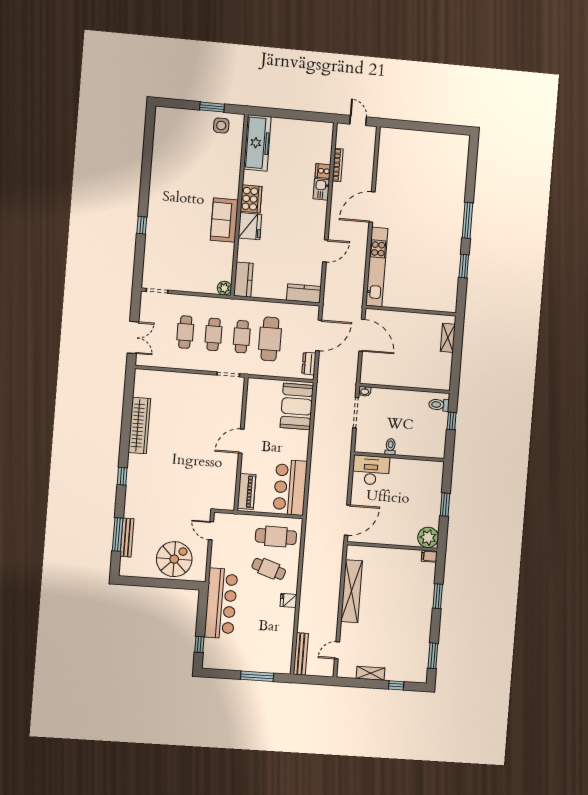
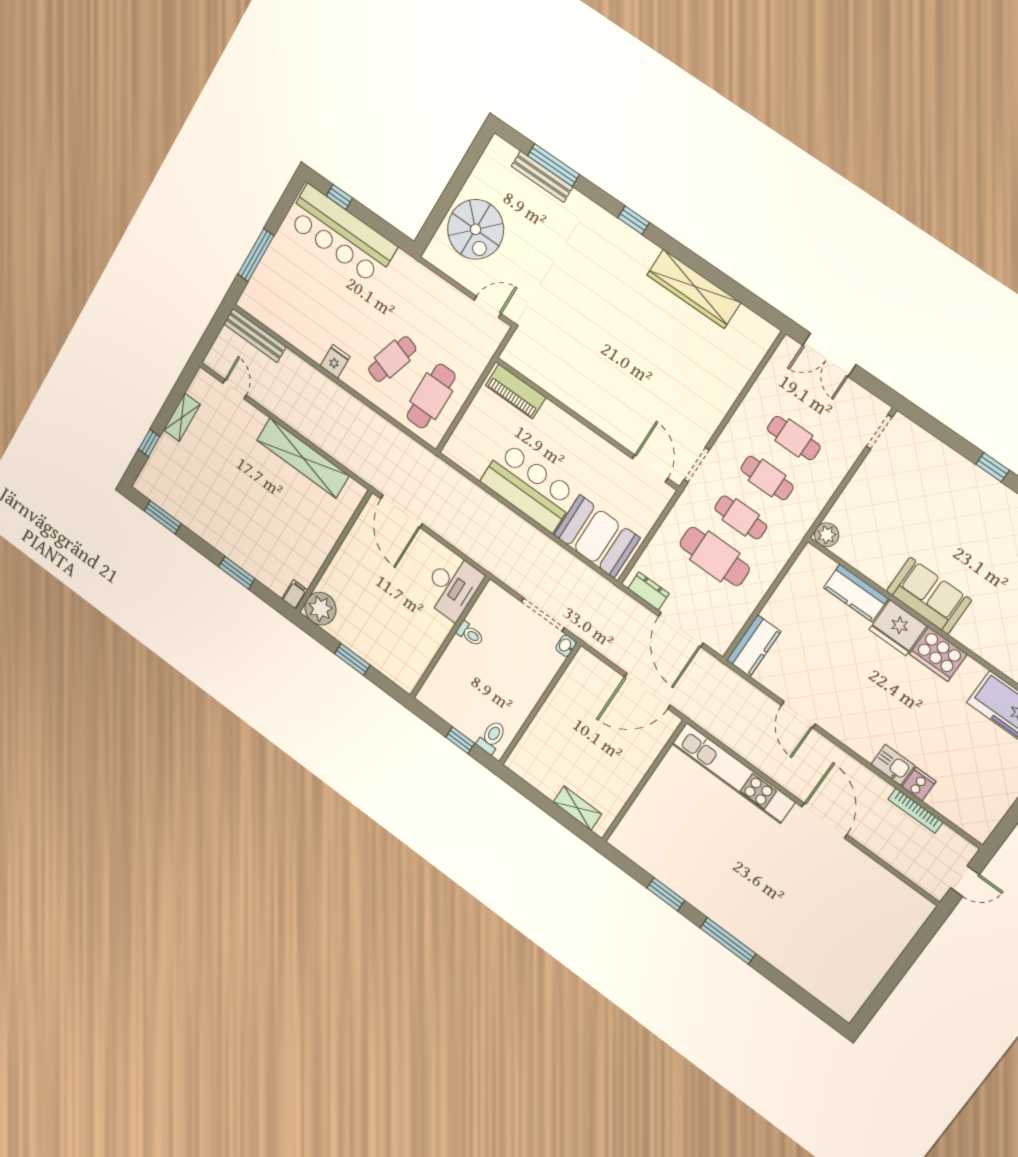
kitchen counter: (243, 280) -> (856, 593), moved
door: (241, 441) -> (650, 469), moved
bar counter: (290, 487) -> (529, 487), moved
bar counter: (221, 603) -> (341, 234), moved

